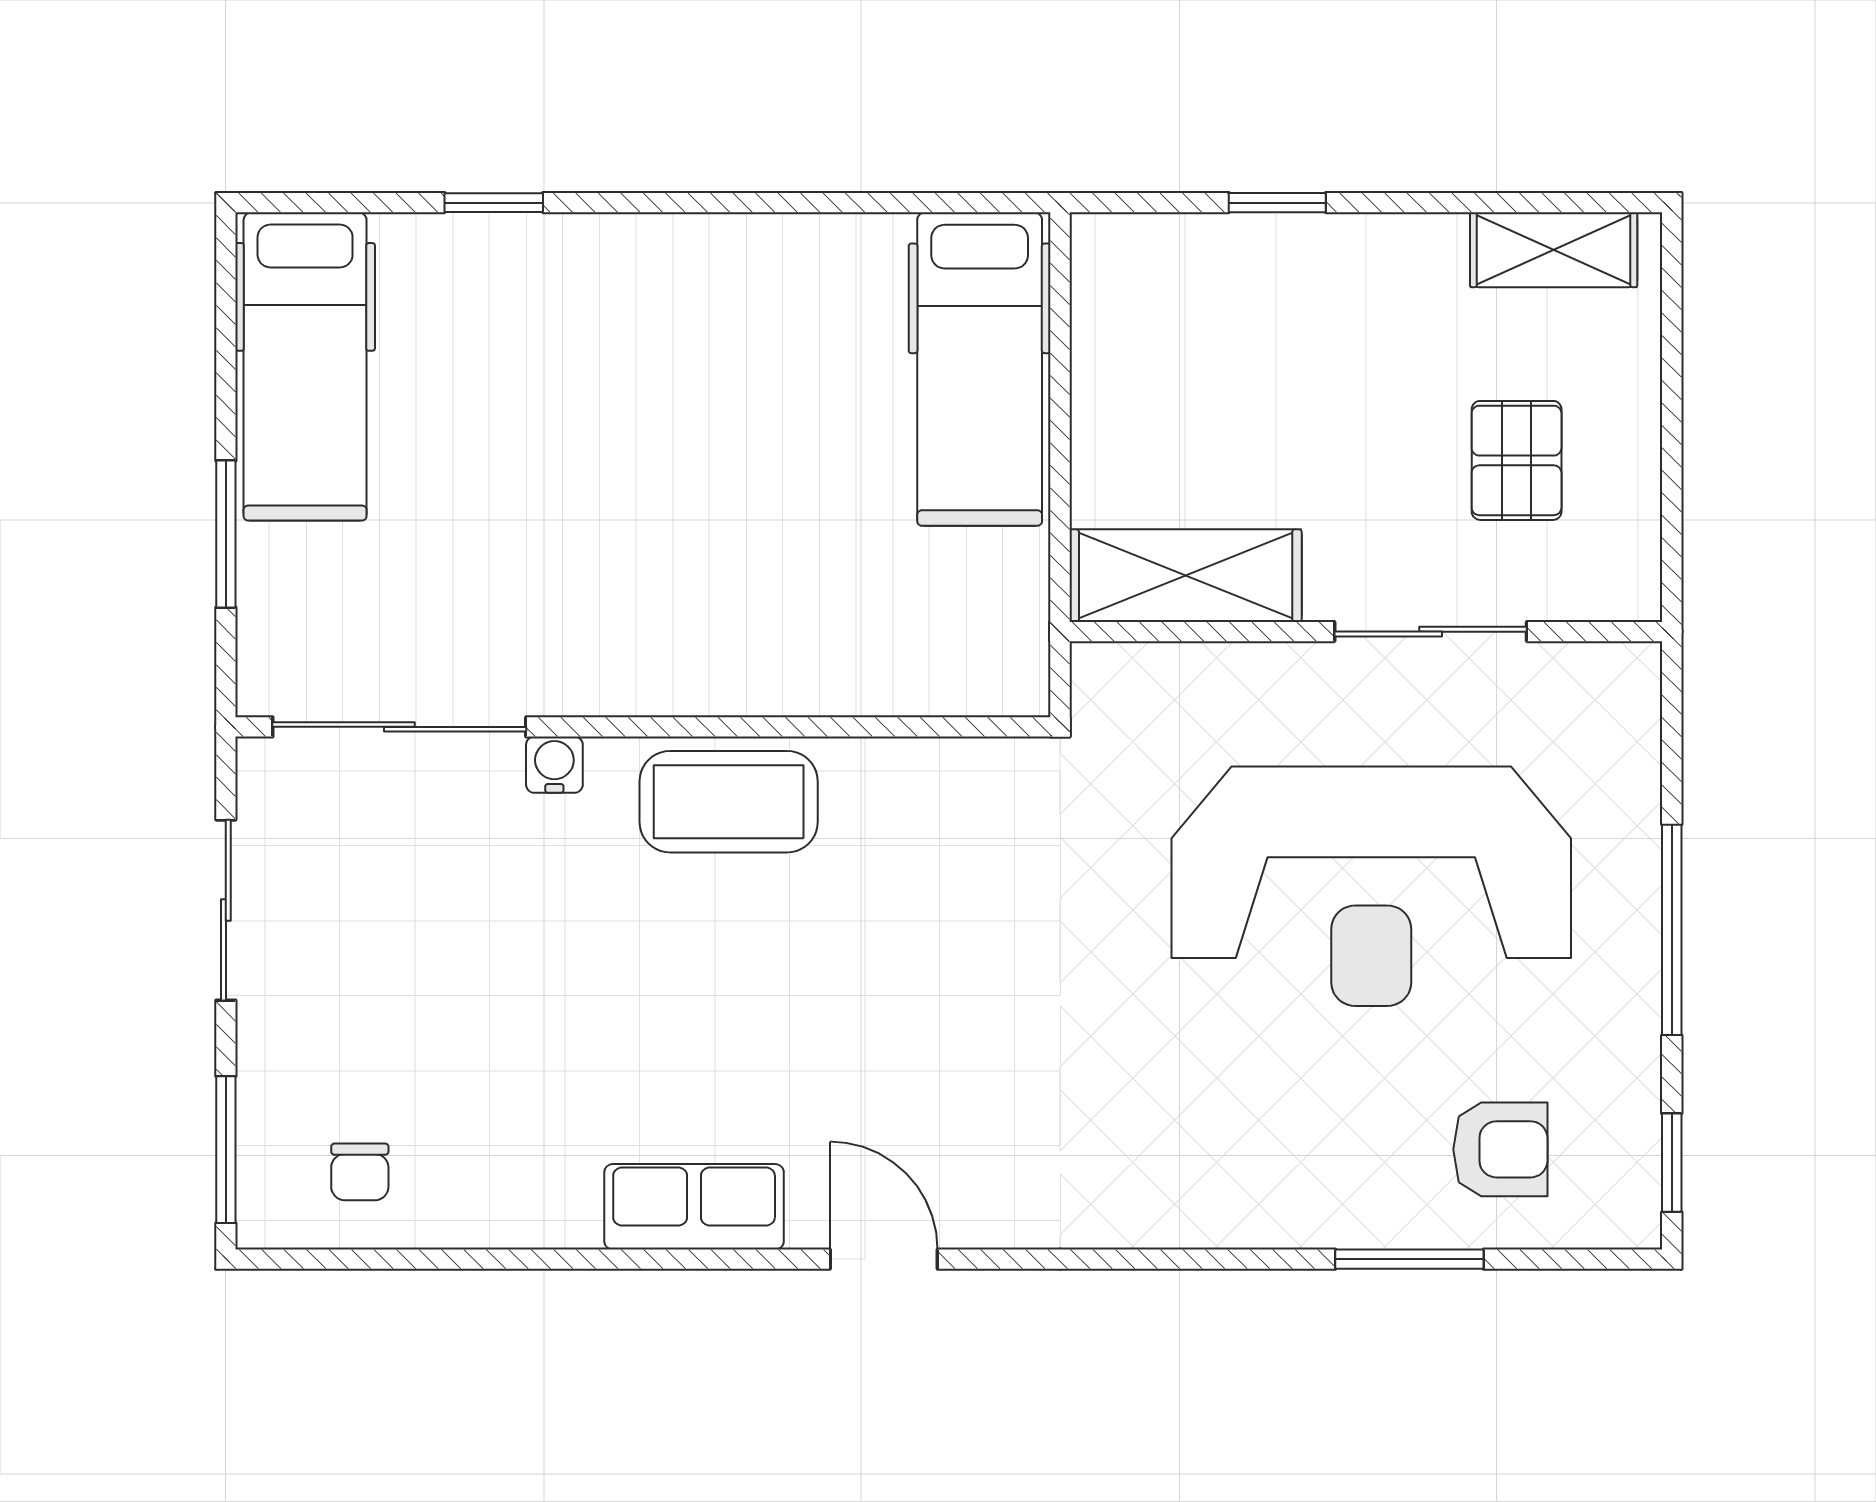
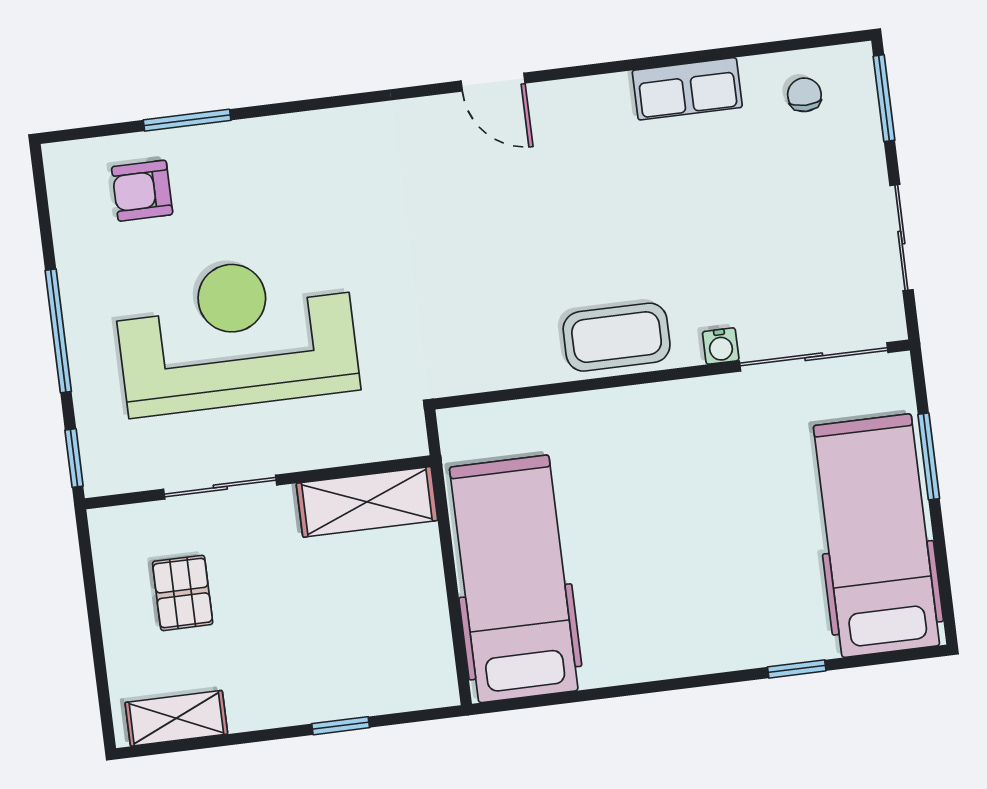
hospital bed: (305, 366) -> (876, 536), width x1.37, depth x1.29
hospital bed: (980, 369) -> (514, 579), width x1.37, depth x1.29
window: (1672, 1163) -> (74, 458), moved
row of seats: (694, 1207) -> (687, 89), moved

